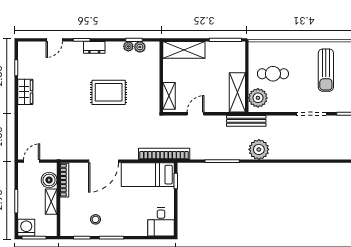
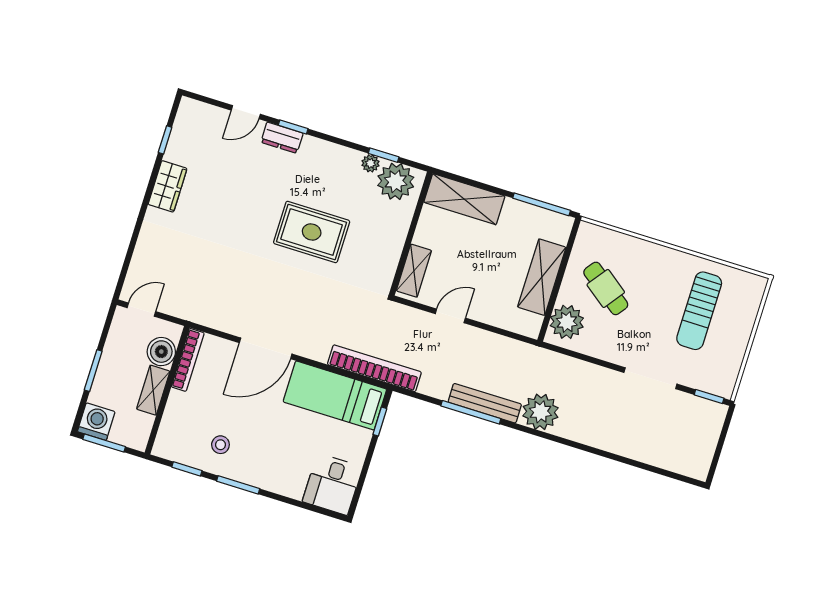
dresser: (94, 47) -> (282, 138), moved
plant: (140, 47) -> (396, 181), width x1.88, depth x1.88
cafe table: (273, 74) -> (606, 288), turned 37
shelving: (237, 92) -> (542, 277), moved
bench: (246, 121) -> (485, 403), moved

